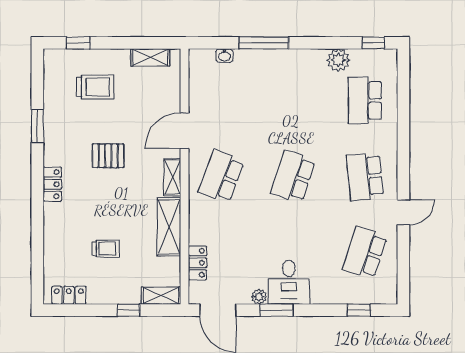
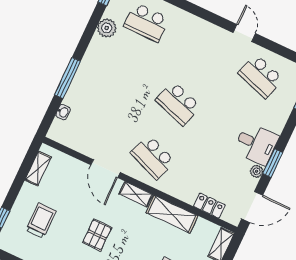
school desk: (365, 177) -> (204, 49), removed

